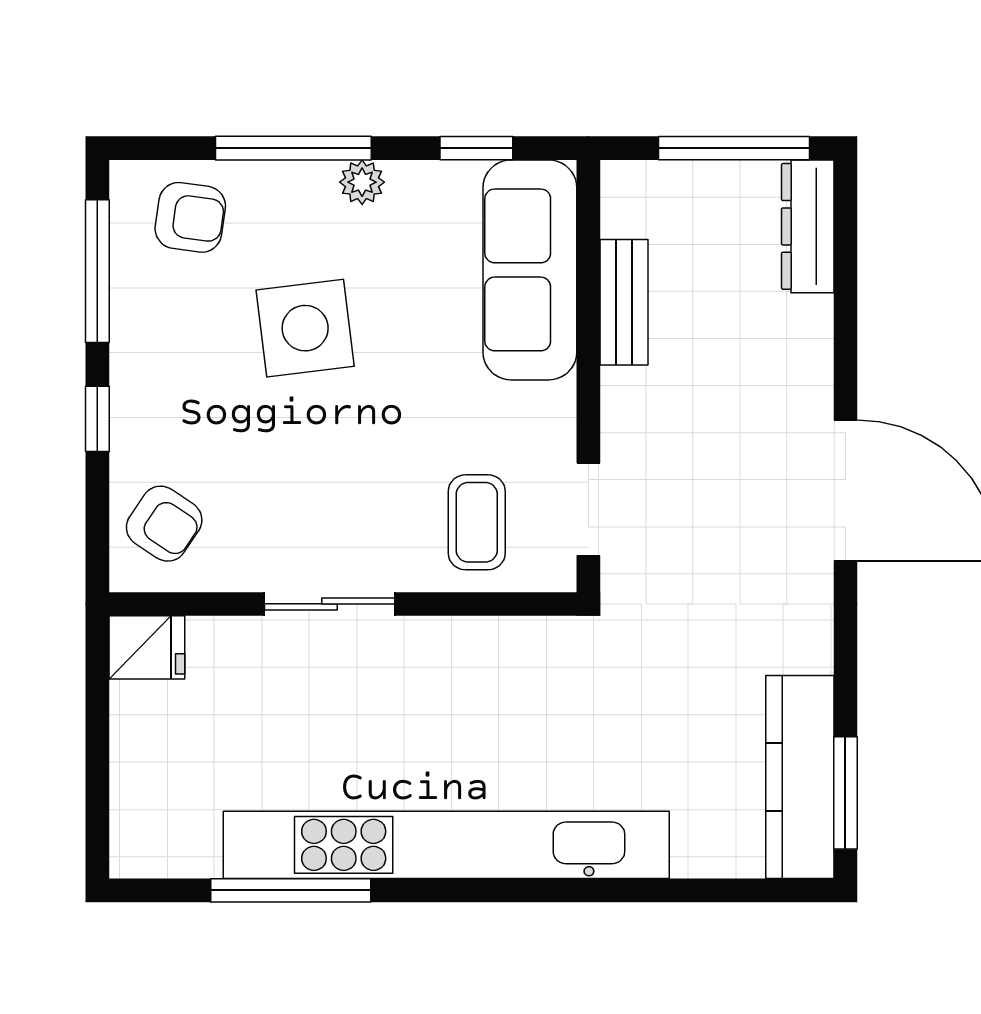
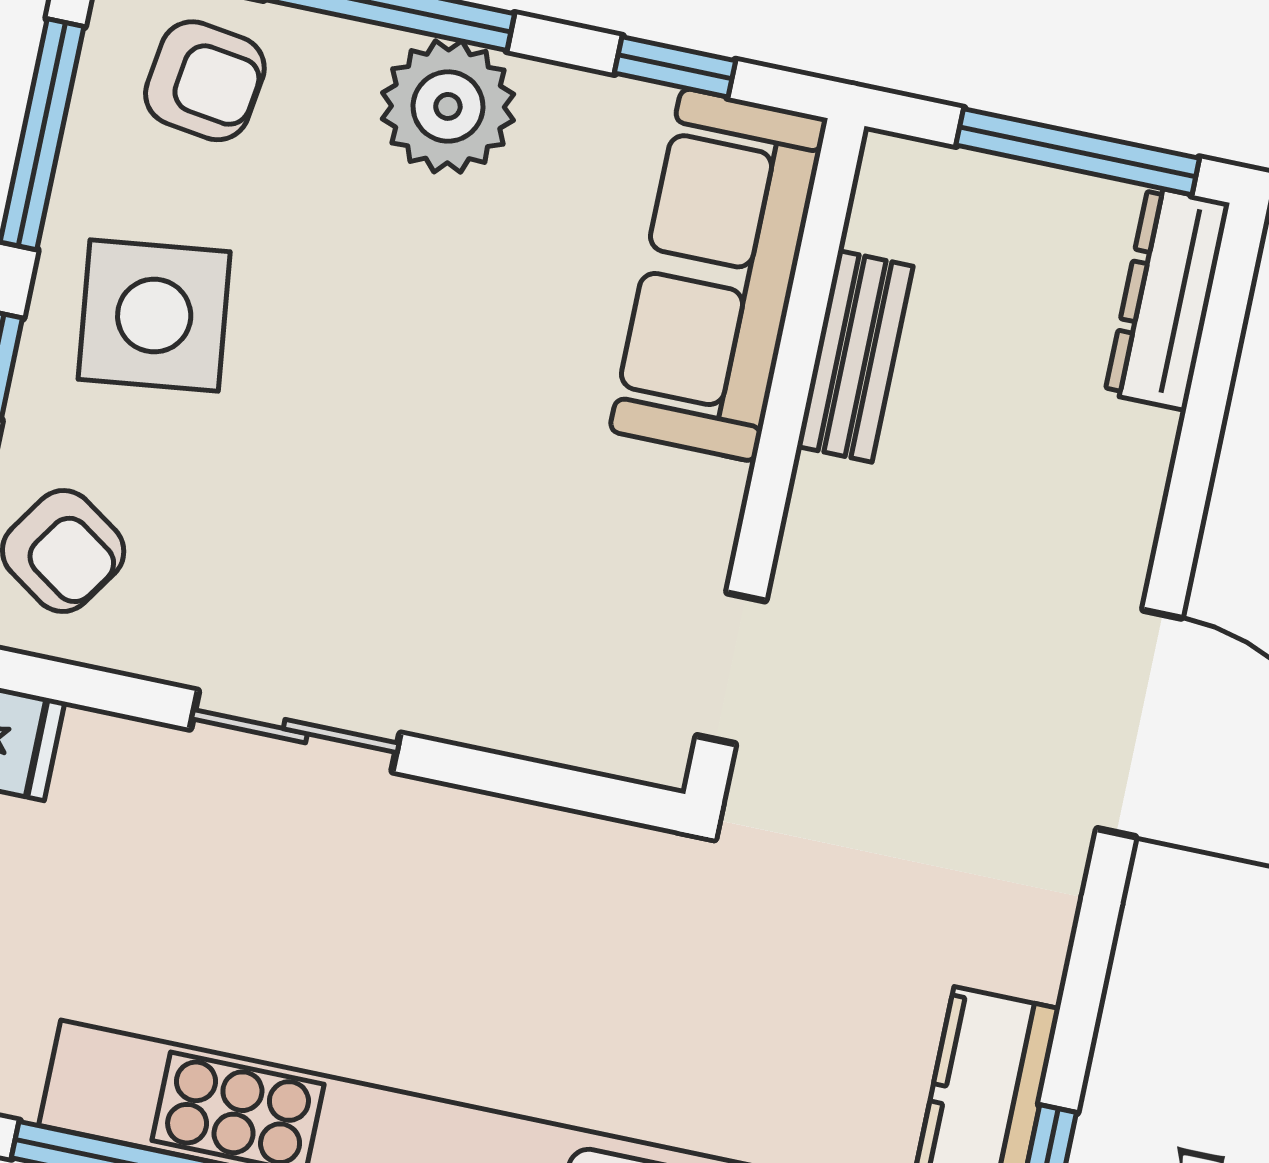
plant: (362, 182) -> (448, 106), width x1.88, depth x1.88
side table: (305, 328) -> (154, 316), moved
coffee table: (477, 522) -> (552, 652), removed

